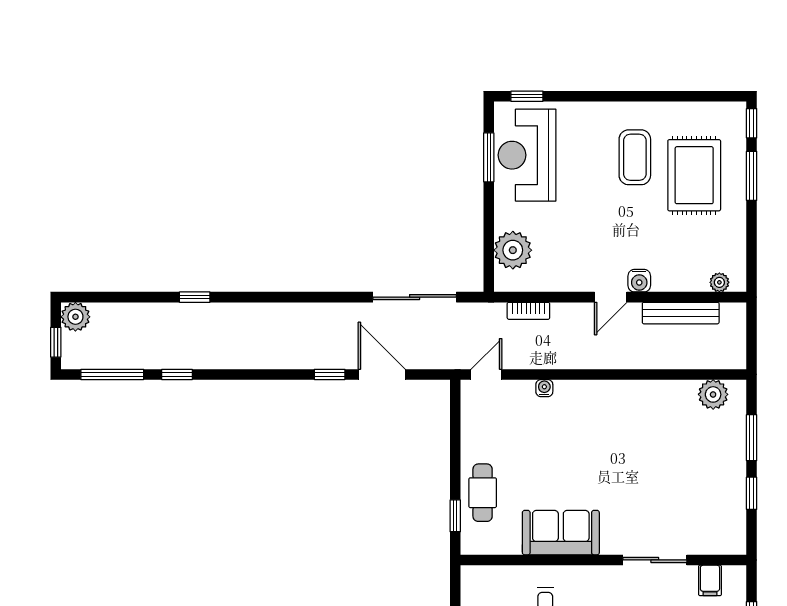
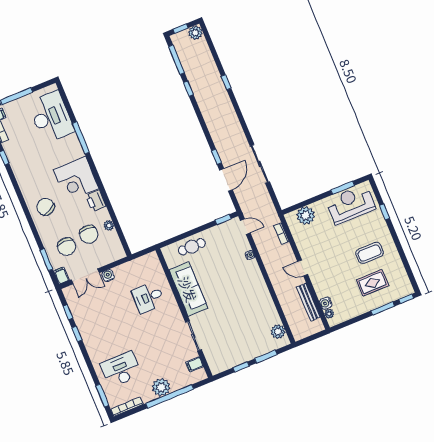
window: (527, 96) -> (385, 212), moved
rug: (694, 175) -> (372, 283), width x0.73, depth x0.70
water cooler: (639, 281) -> (326, 303), moved
sliding door: (415, 297) -> (260, 164), moved
window: (455, 516) -> (223, 220), moved
sofa: (561, 533) -> (188, 289), width x1.36

